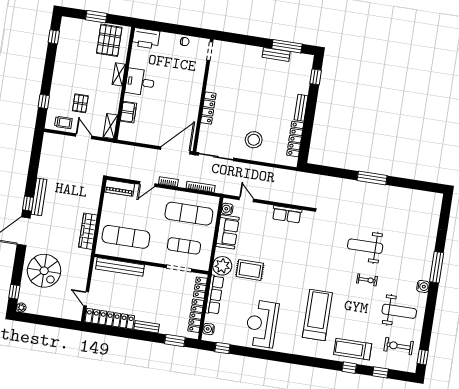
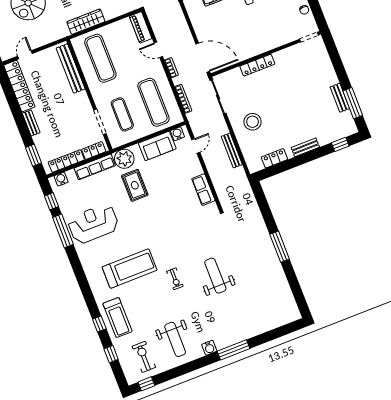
locker: (295, 139) -> (274, 158), width x0.66
bench: (268, 171) -> (232, 150), added
exercise bike: (367, 280) -> (175, 279), moved
treadmill: (353, 349) -> (118, 318), turned 180
window: (253, 353) -> (63, 231), added

